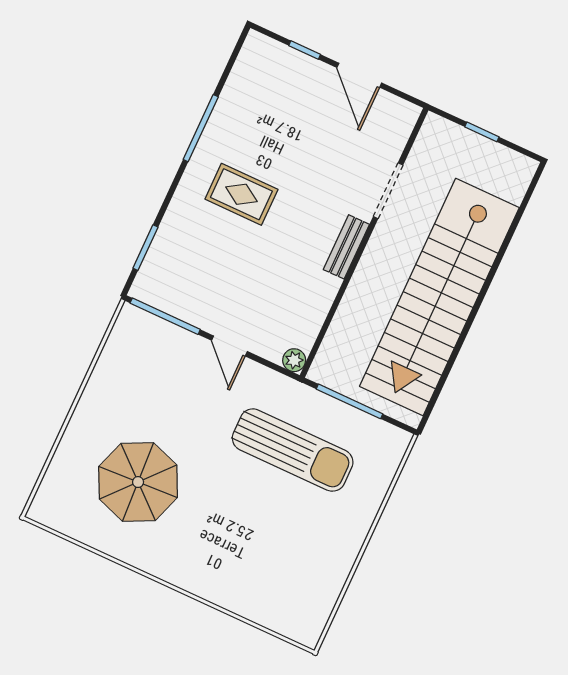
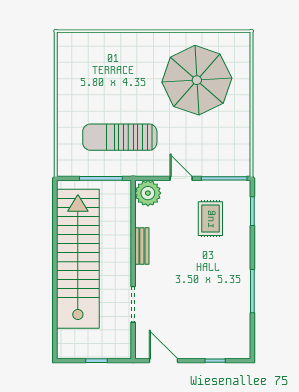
door: (359, 75) -> (163, 361), moved
rug: (241, 194) -> (210, 219), moved, turned 90
bench: (346, 247) -> (142, 246), moved
plant: (294, 360) -> (148, 193), width x1.88, depth x1.88
parasol: (138, 482) -> (197, 80), width x1.36, depth x1.36

